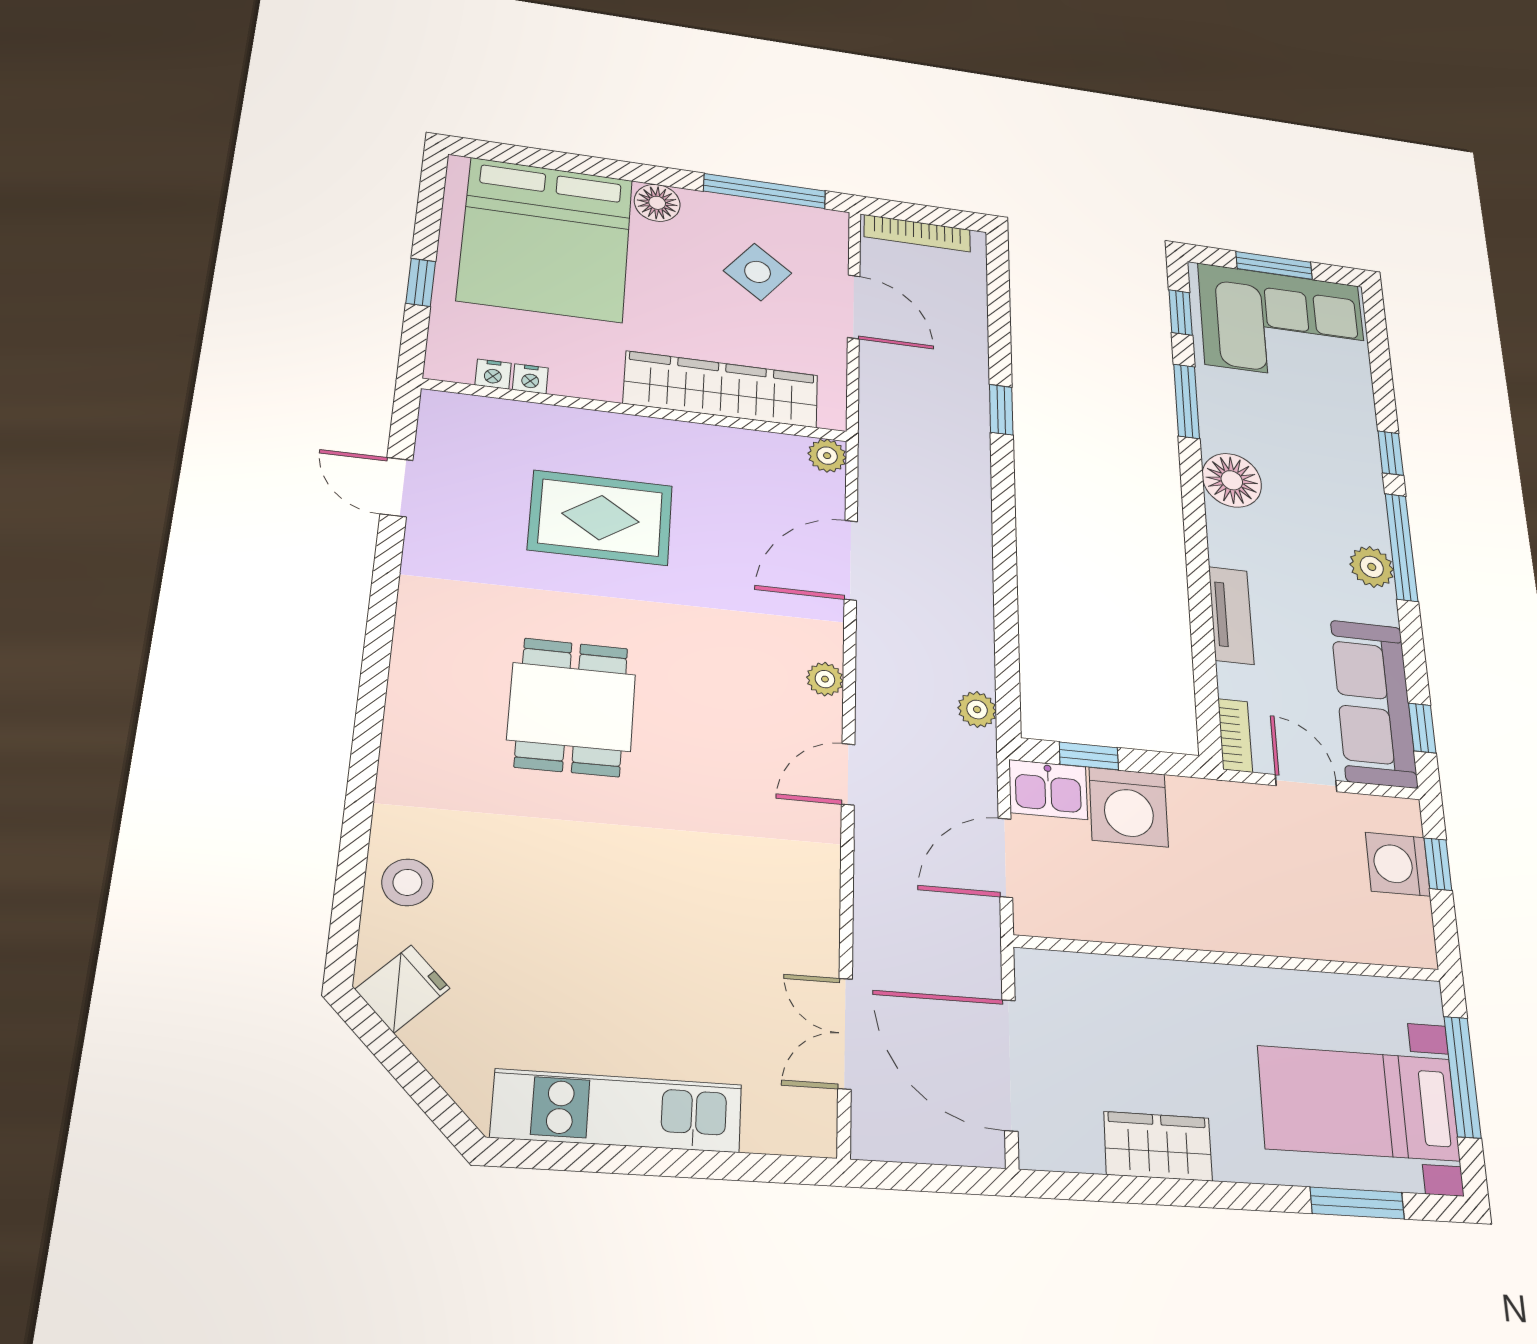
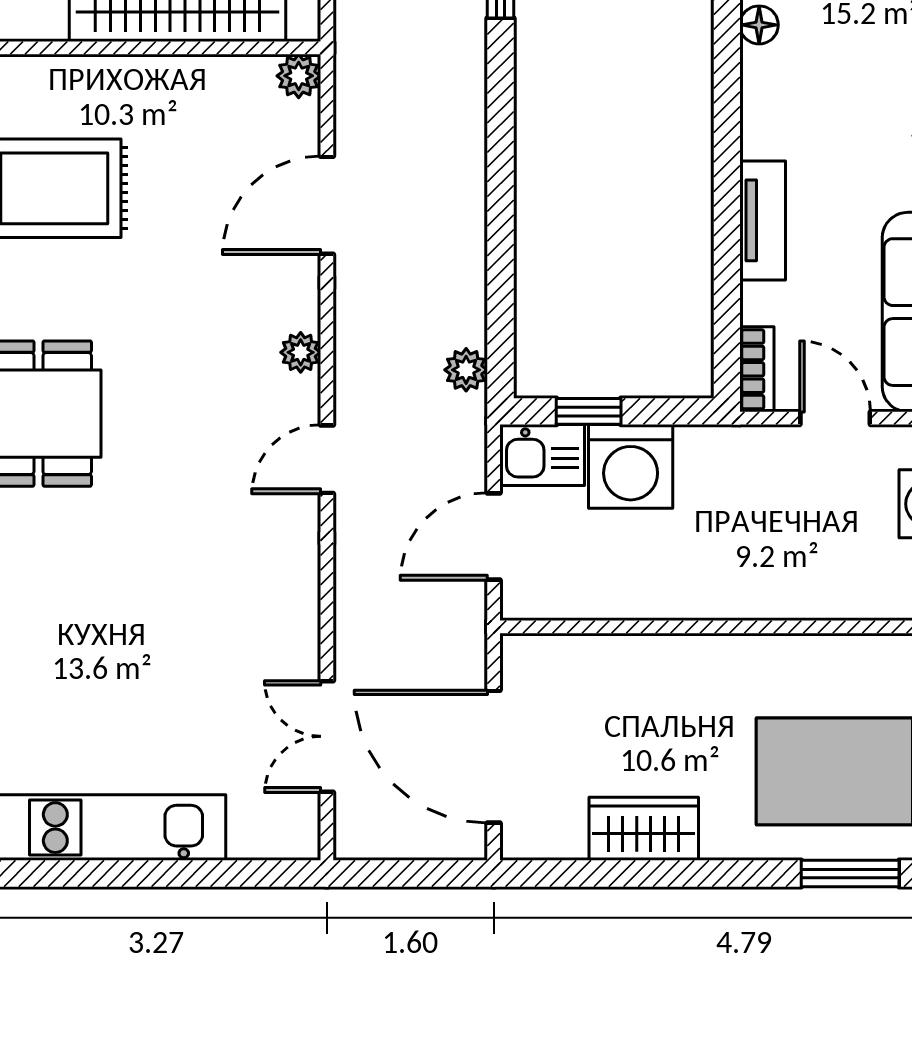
floor lamp: (1232, 480) -> (759, 25), width x0.53, depth x0.53

